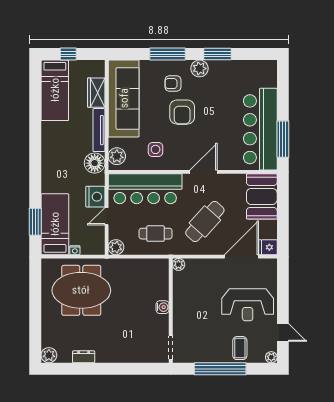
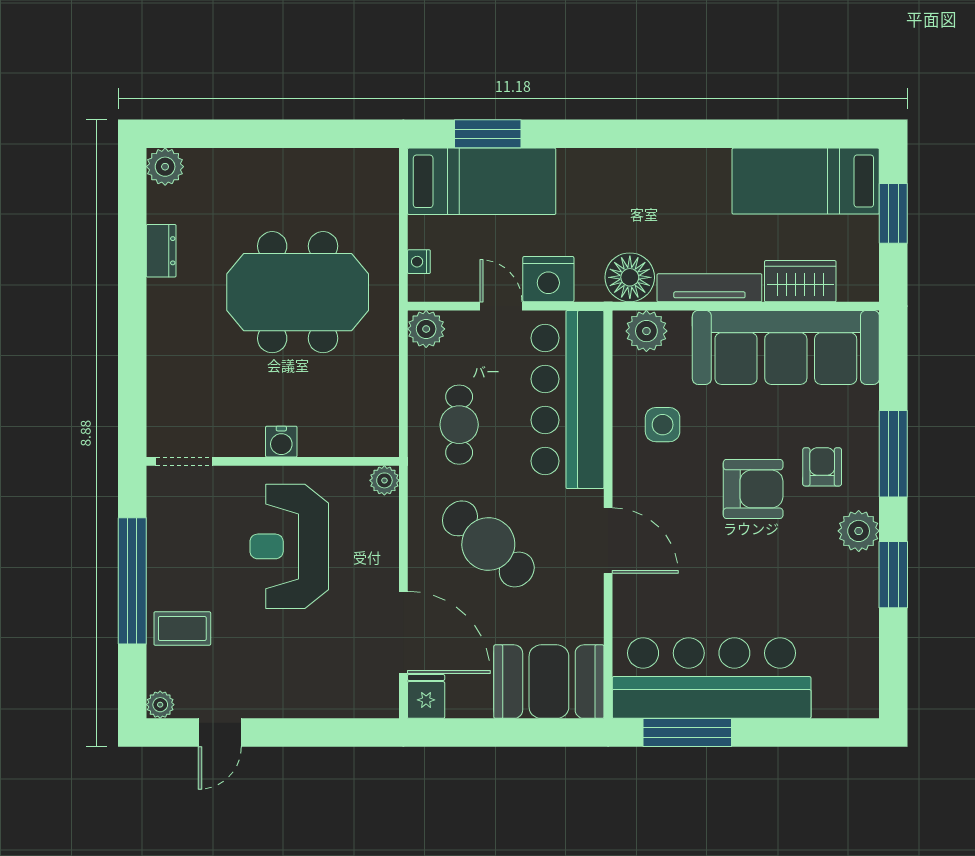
window: (68, 54) -> (893, 213), width x1.50
armchair: (182, 112) -> (753, 489), turned 180
nightstand: (75, 250) -> (419, 262), moved
meeting table: (81, 290) -> (298, 292), moved, turned 90
reception desk: (248, 305) -> (289, 546), moved

